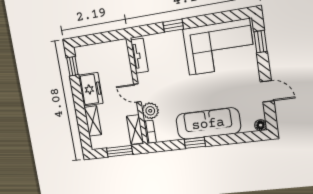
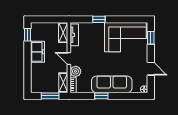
shelving: (93, 121) -> (63, 33), moved

